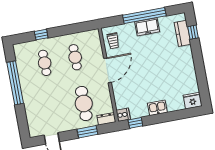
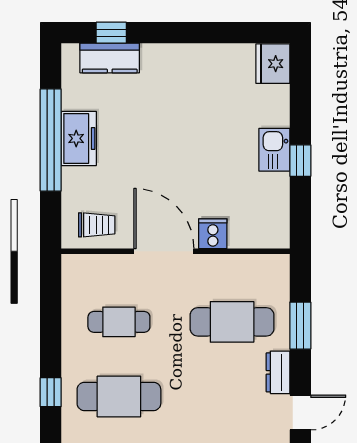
cafe table: (45, 63) -> (119, 396), width x1.37, depth x1.35
cooker: (123, 115) -> (213, 234), moved
dresser: (106, 119) -> (278, 372), moved
window: (135, 123) -> (300, 161), moved

